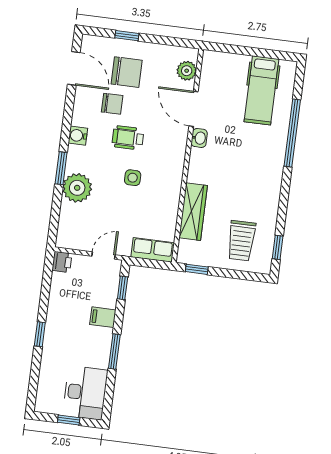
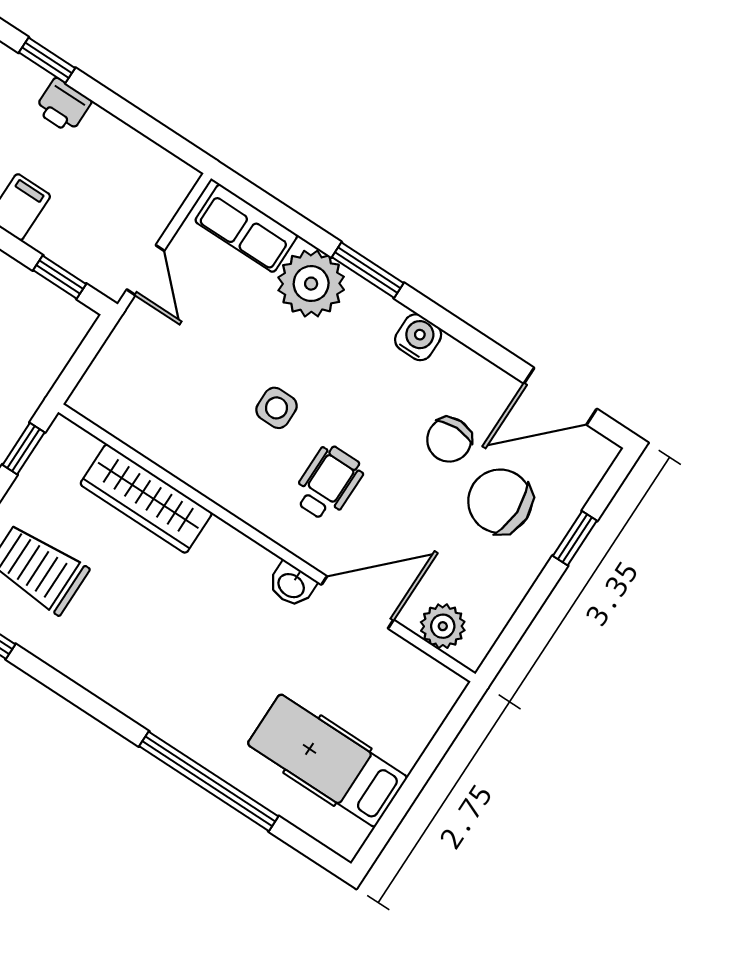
chair: (127, 72) -> (500, 501), turned 90
wheelchair: (128, 138) -> (328, 483), moved
row of seats: (153, 250) -> (246, 228), moved, turned 90
printer: (62, 262) -> (63, 106), moved

